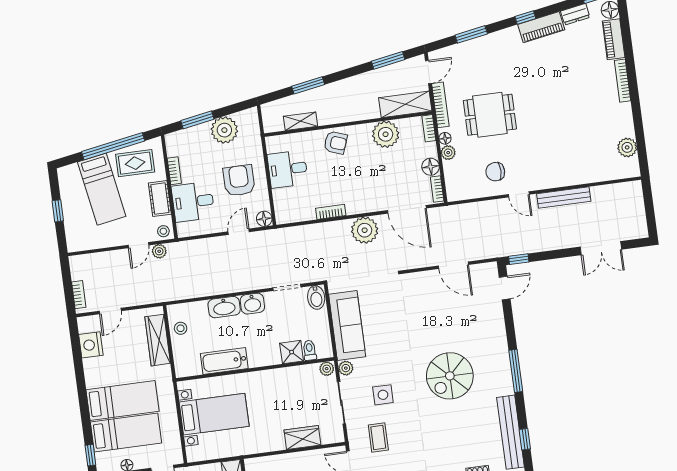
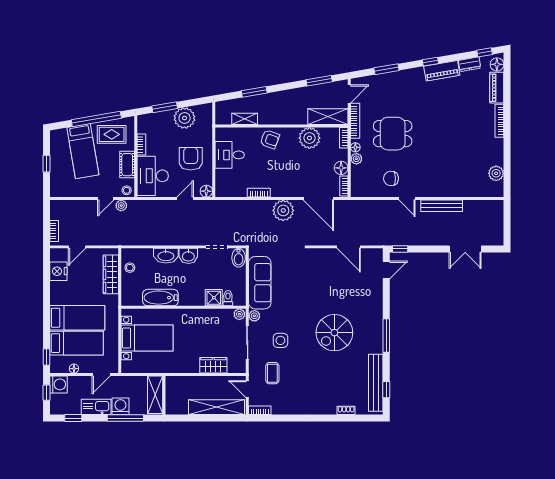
desk: (193, 202) -> (153, 176), width x1.37

